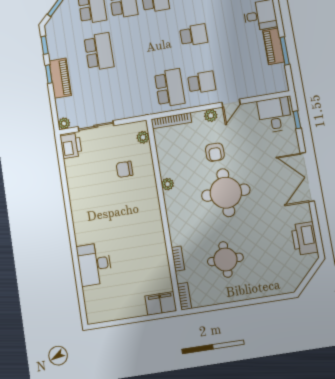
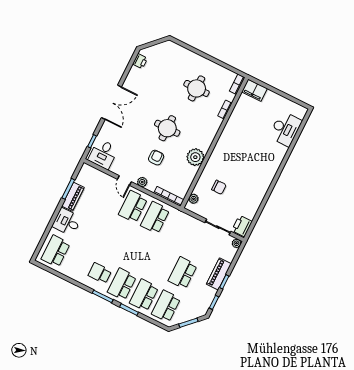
school desk: (194, 35) -> (116, 240), removed
school desk: (202, 82) -> (133, 207), width x1.85
door: (231, 103) -> (124, 180), swing flipped
plant: (168, 184) -> (195, 157), width x1.88, depth x1.88
round table: (226, 193) -> (167, 128), width x0.73, depth x0.73
printer: (305, 238) -> (140, 61), width x0.53, depth x0.68
desk: (94, 264) -> (285, 129), moved

